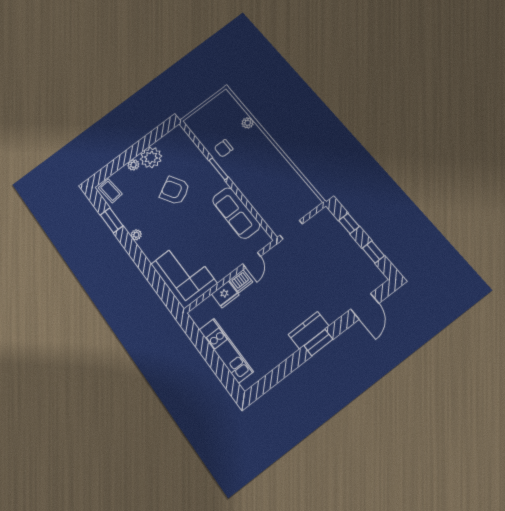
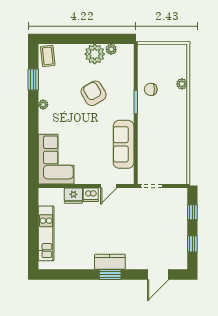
plant: (133, 165) -> (111, 49), moved

